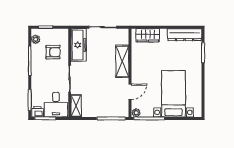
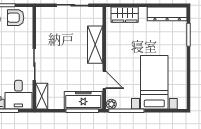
freezer: (79, 45) -> (83, 100), moved, turned -90
armchair: (53, 52) -> (16, 18), moved, turned 180
door: (130, 92) -> (104, 80), hinge flipped

